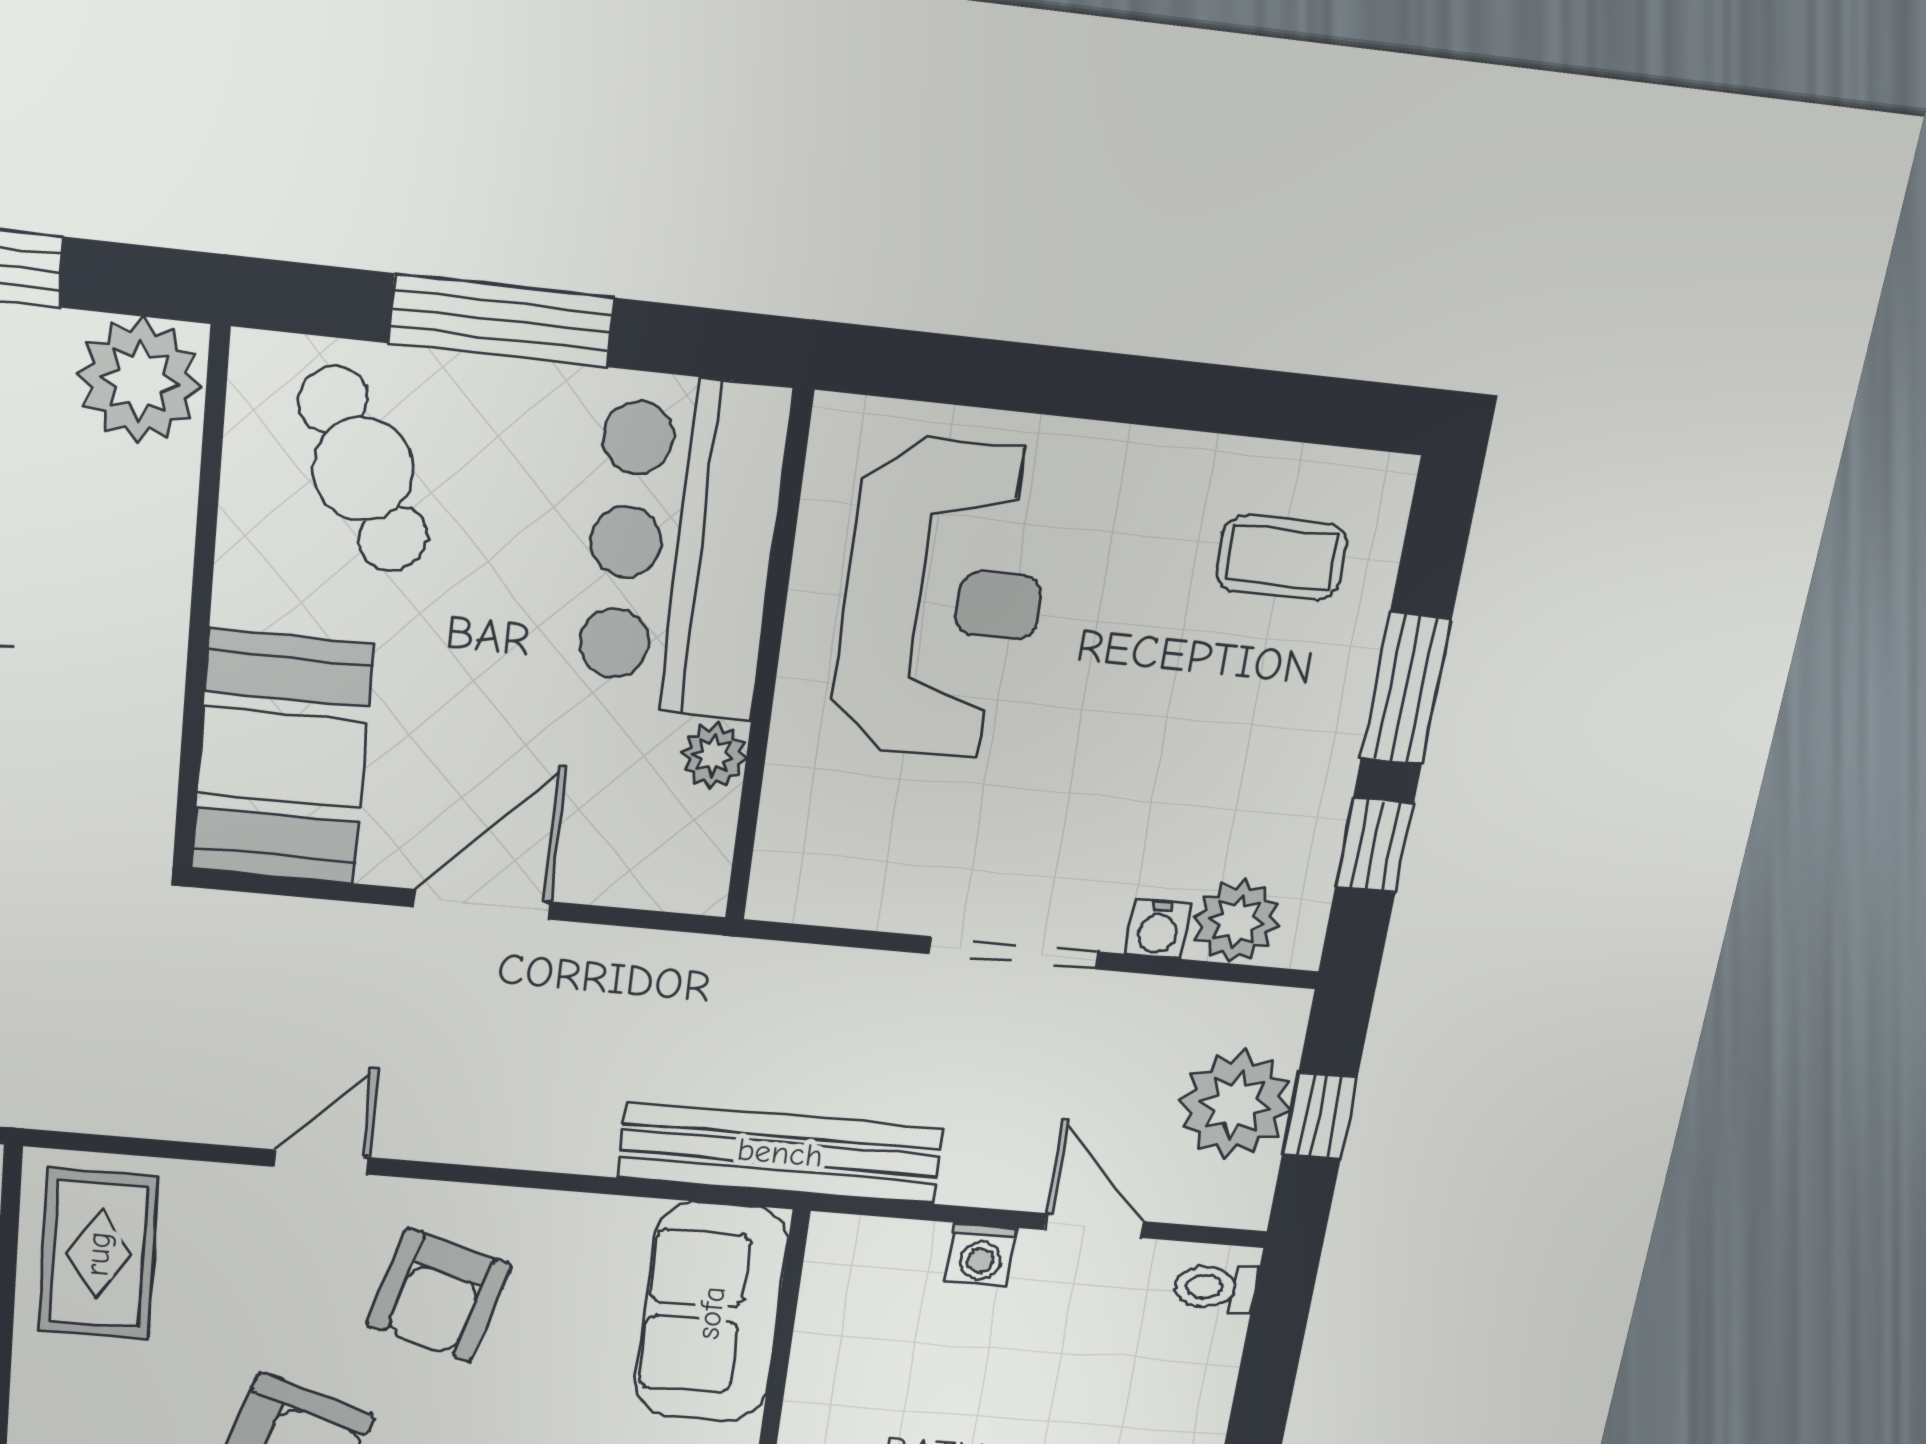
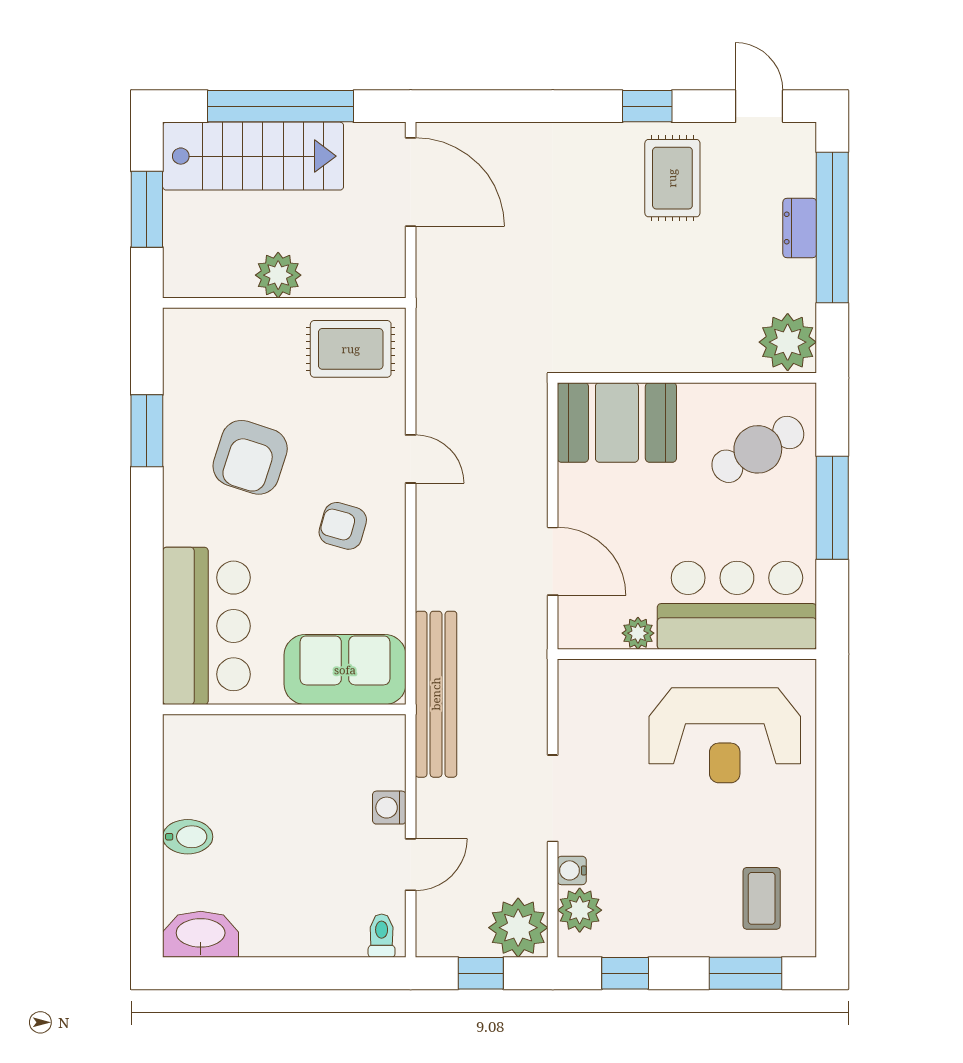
window: (1406, 689) -> (745, 973), moved
door: (482, 904) -> (553, 561), moved
plant: (1235, 1105) -> (518, 928), moved
armchair: (439, 1295) -> (343, 526), width x0.72, depth x0.72

